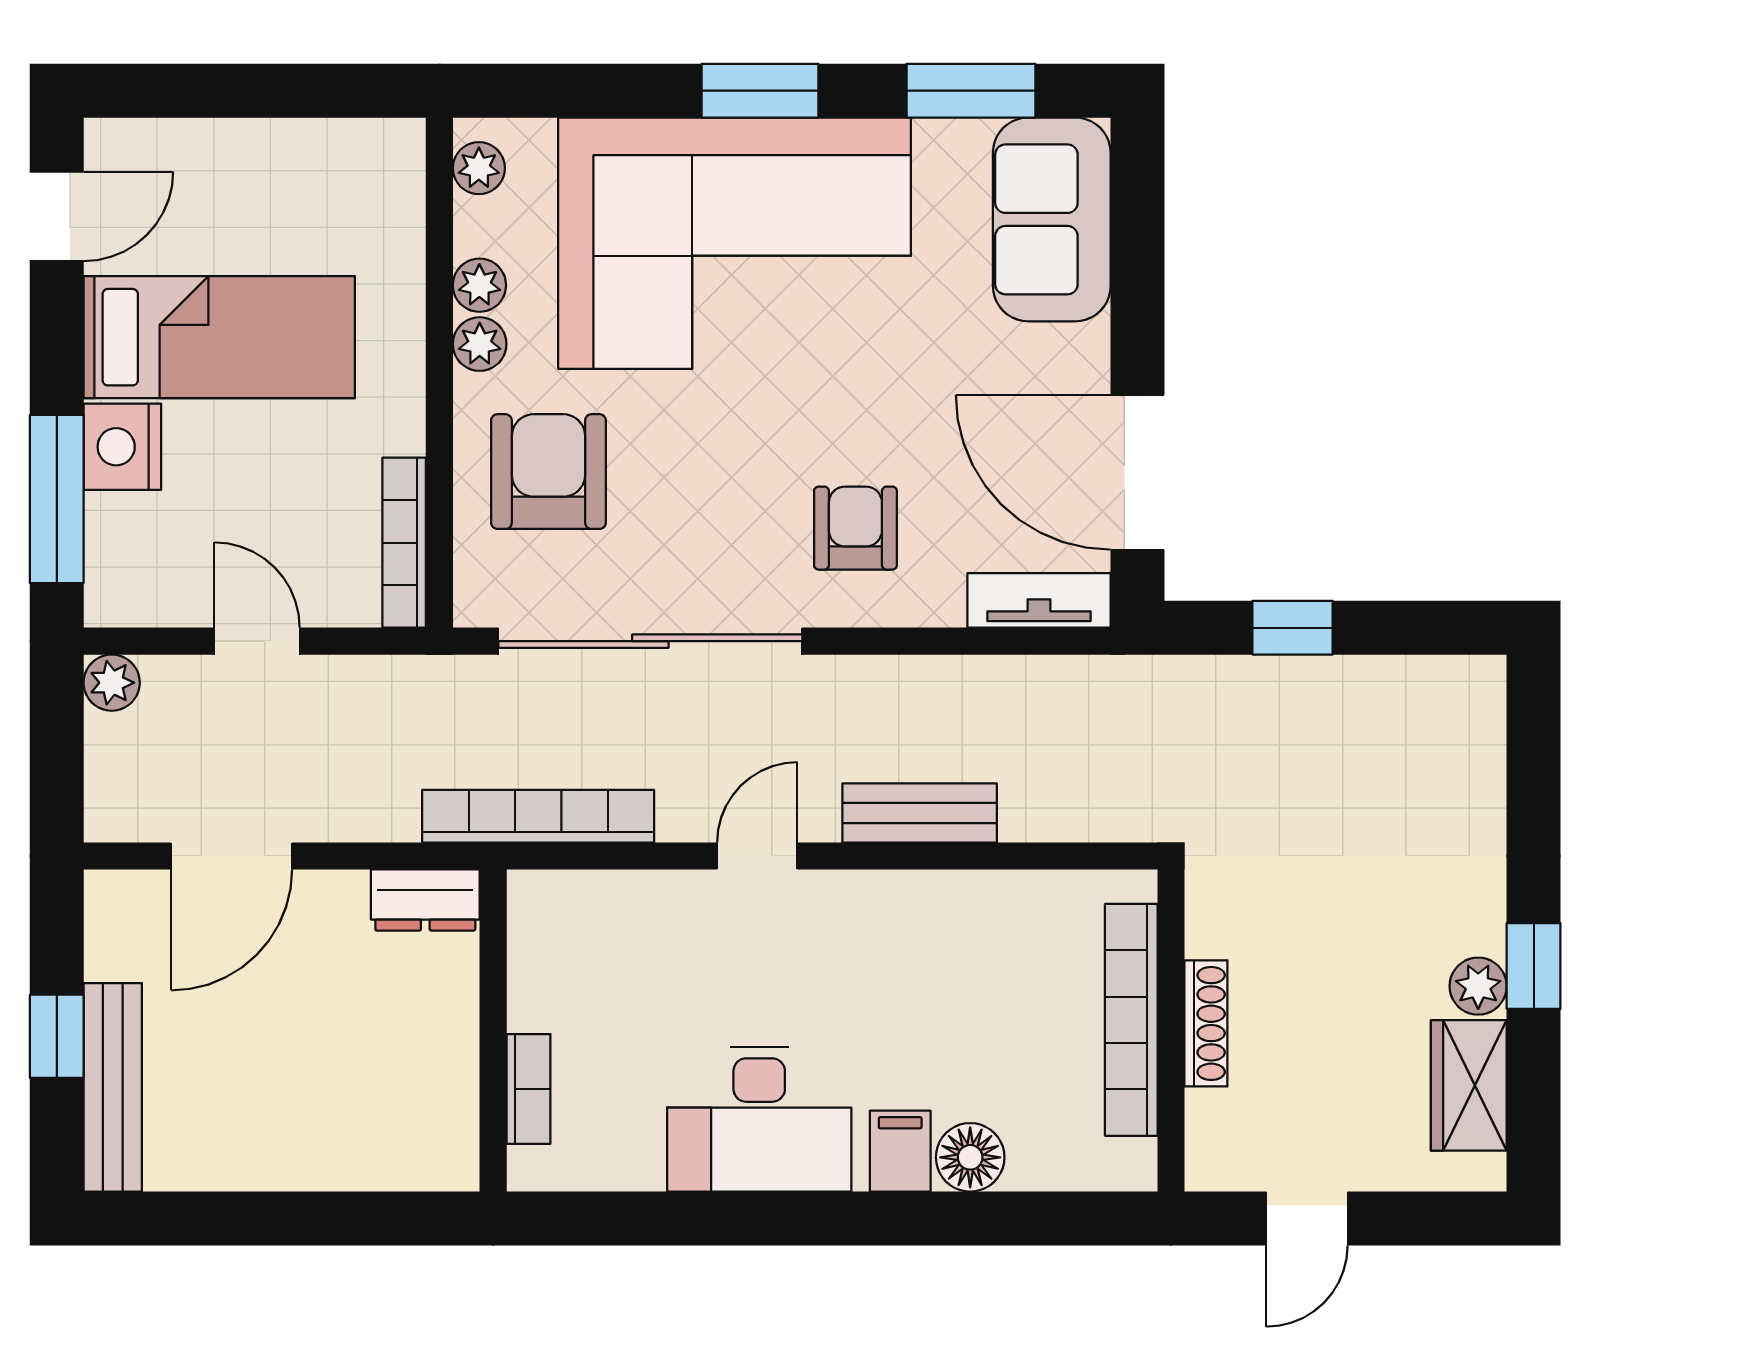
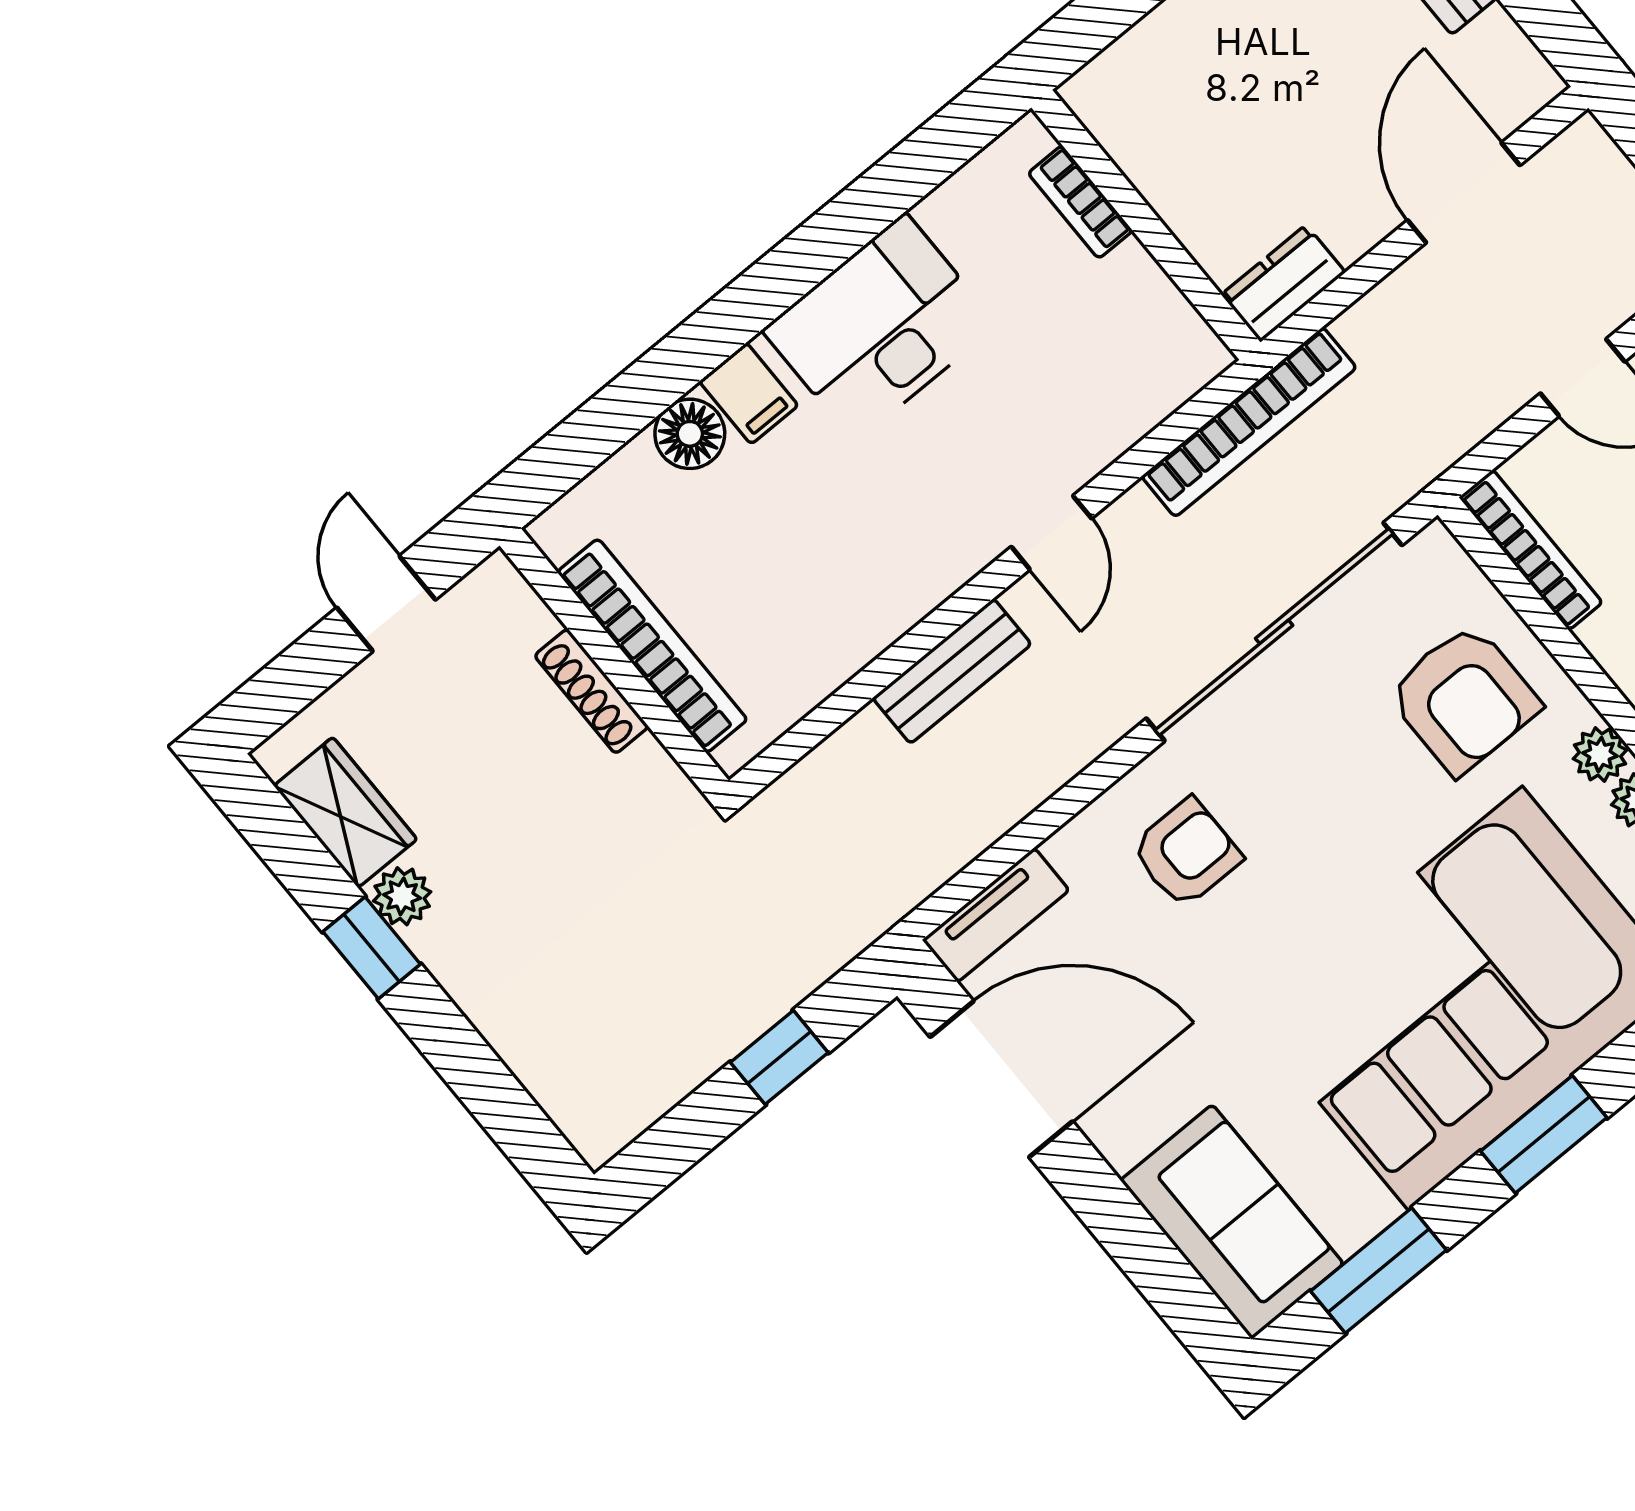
armchair: (855, 528) -> (1186, 853), turned -90

